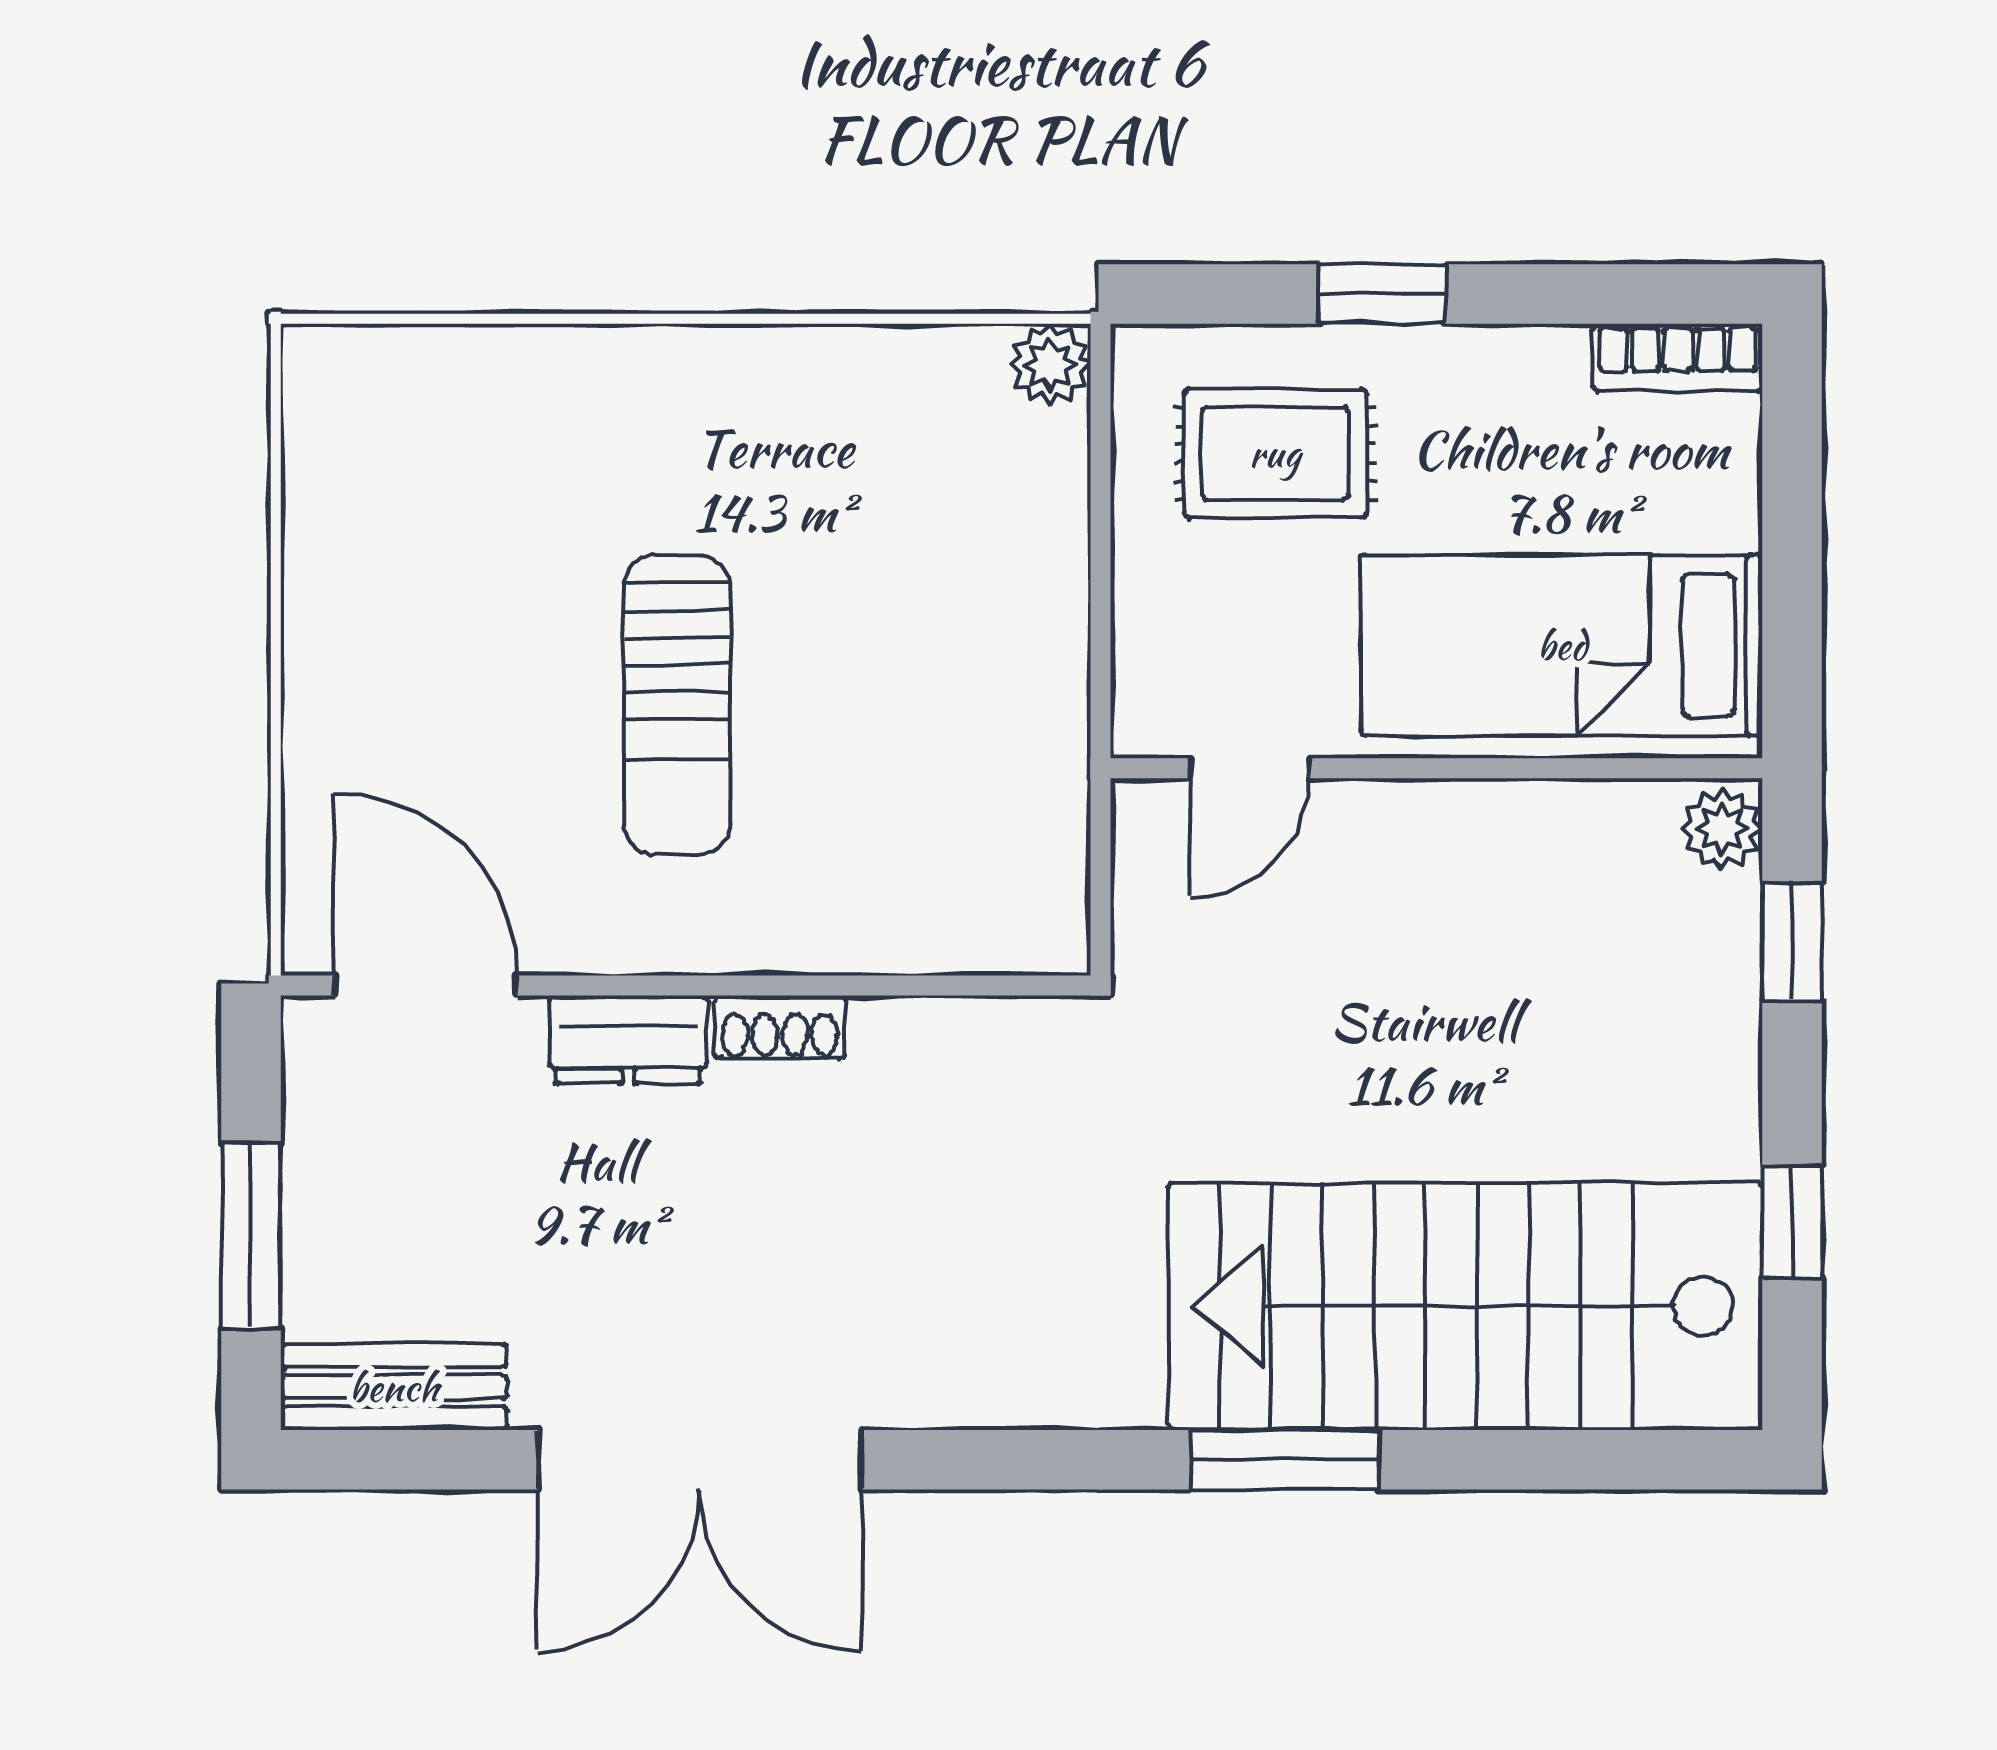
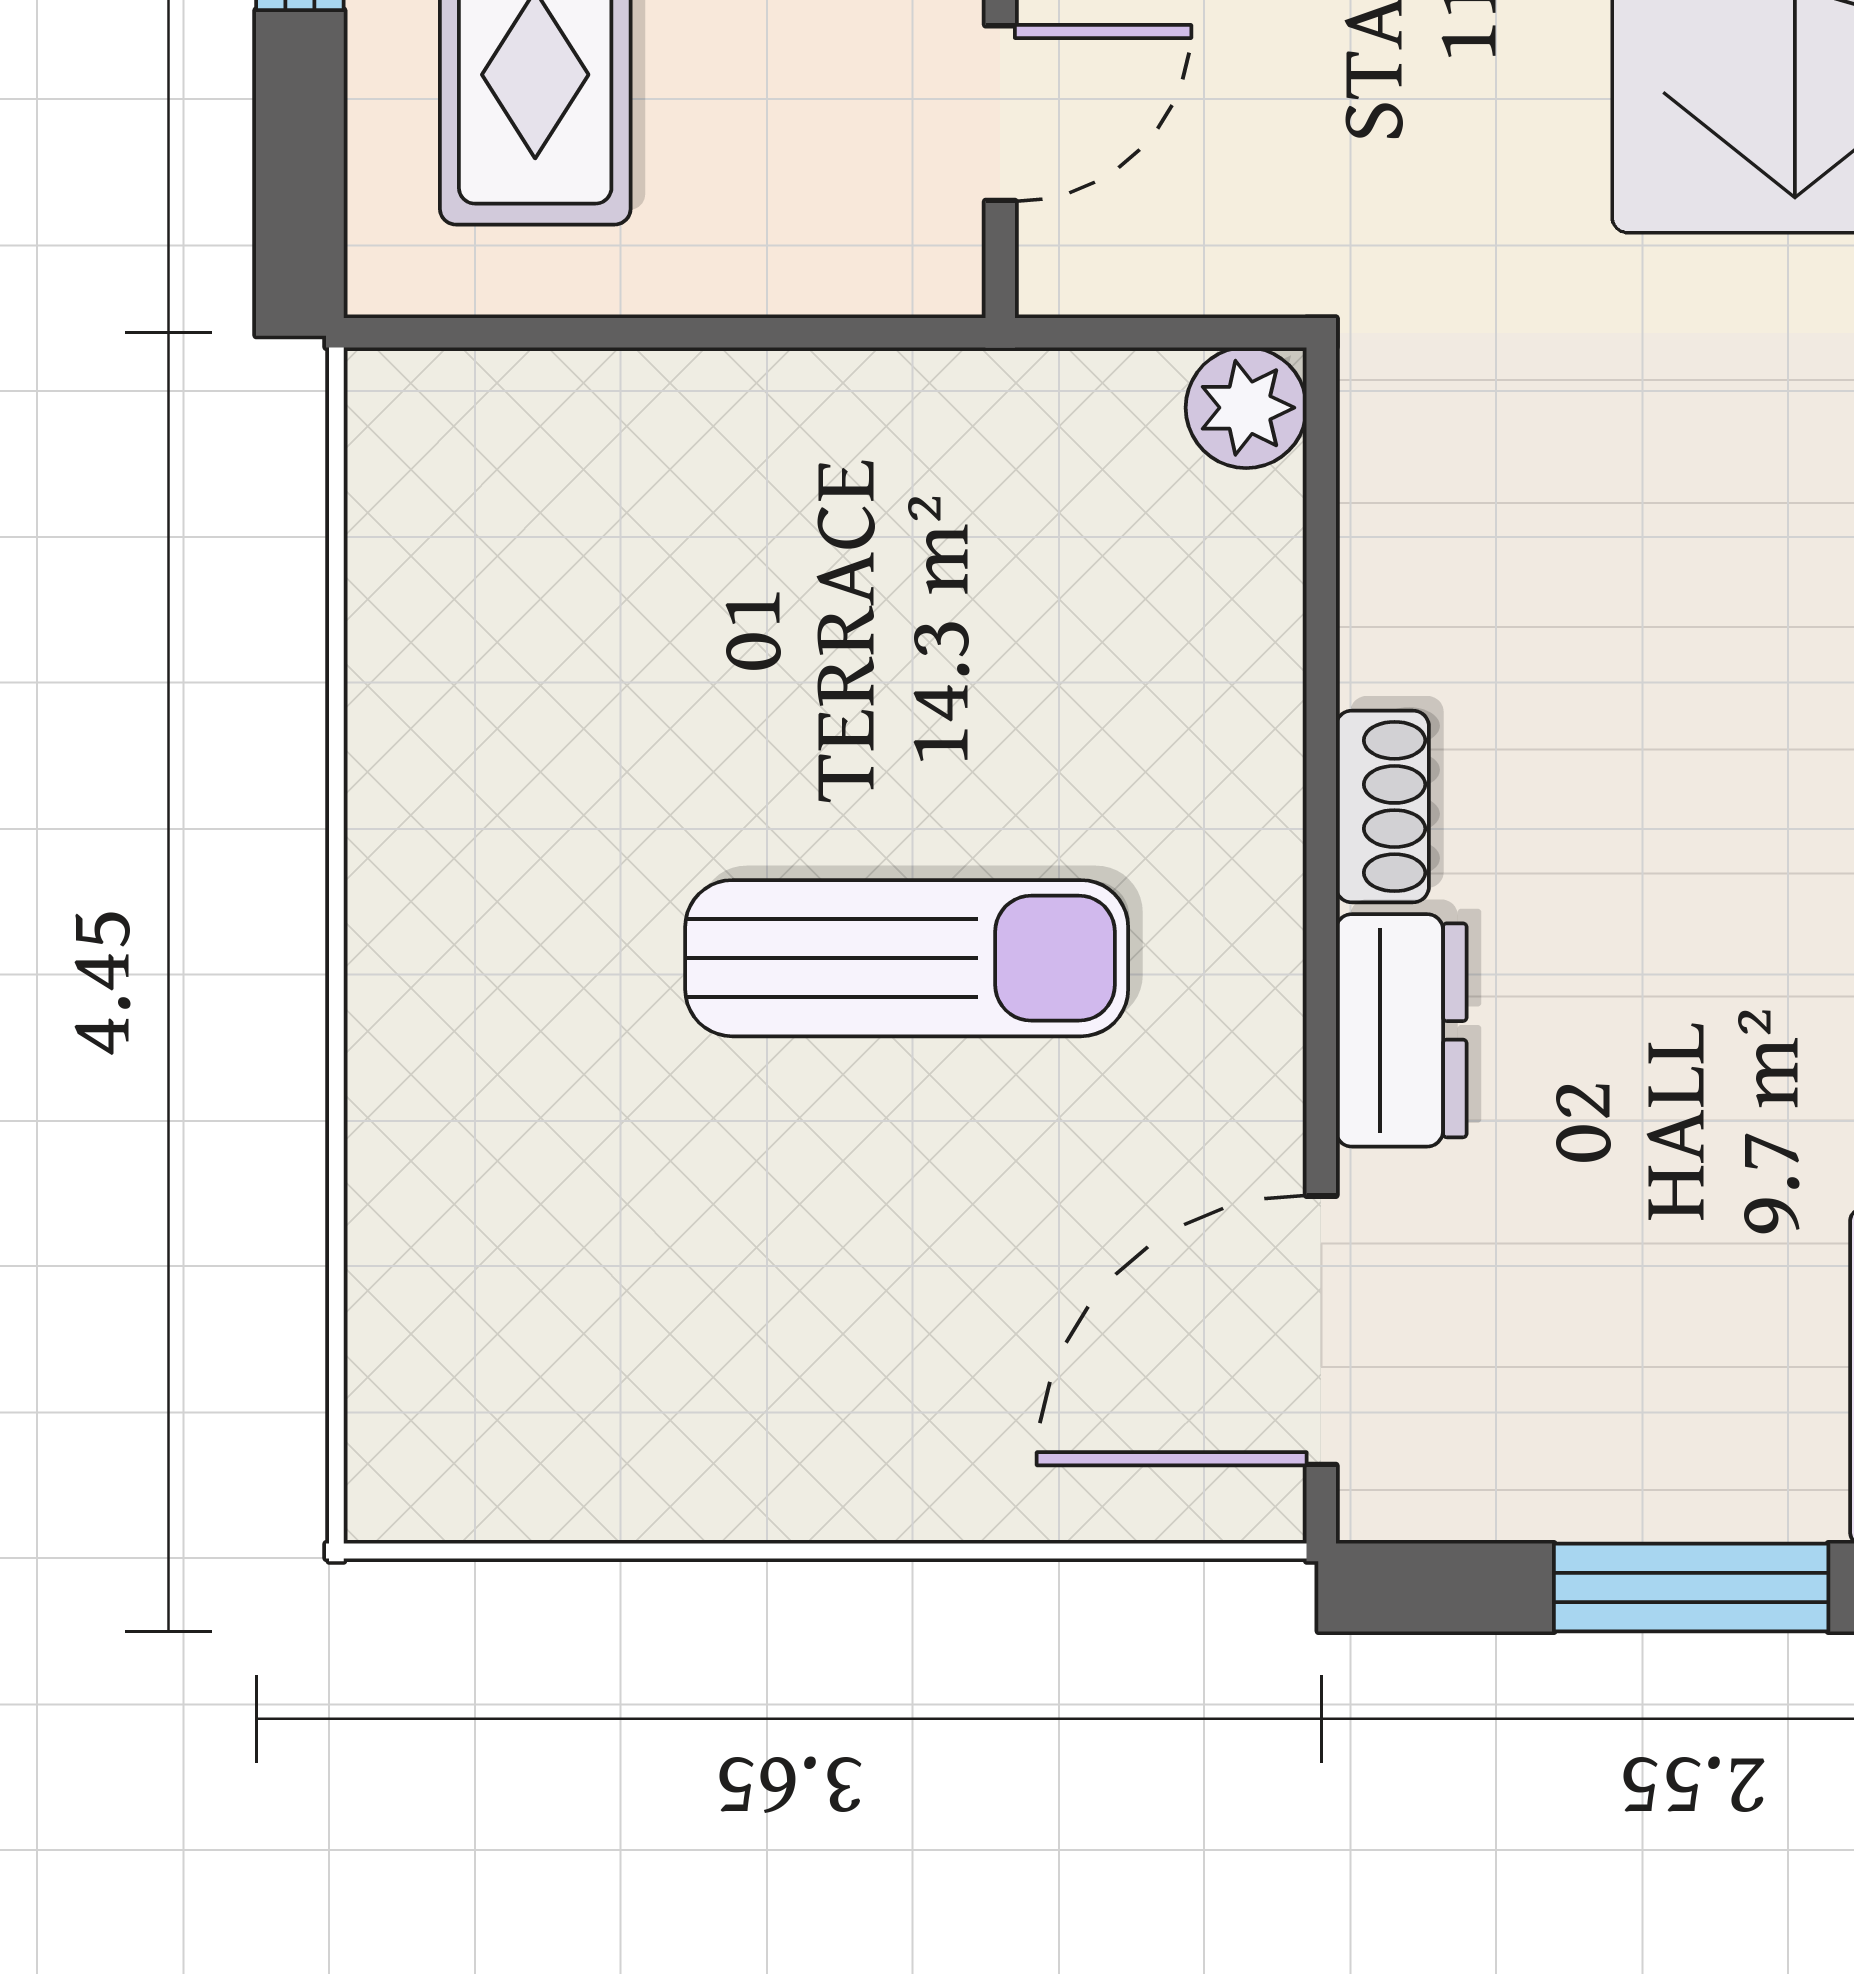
plant: (1050, 365) -> (1246, 408), moved
door: (1249, 768) -> (1000, 113), hinge flipped

